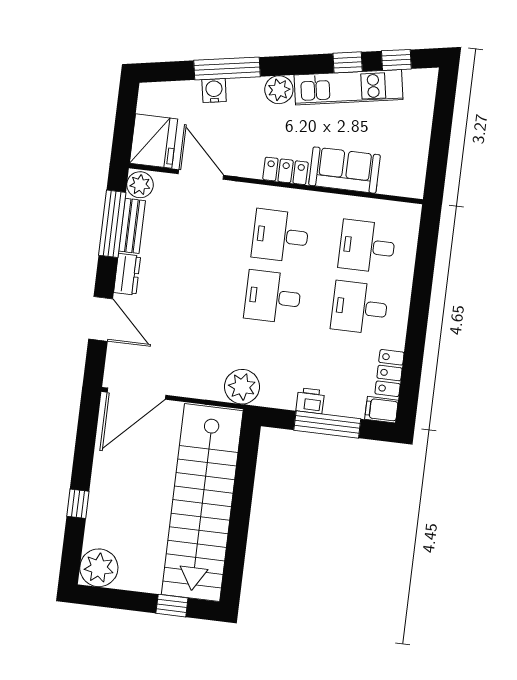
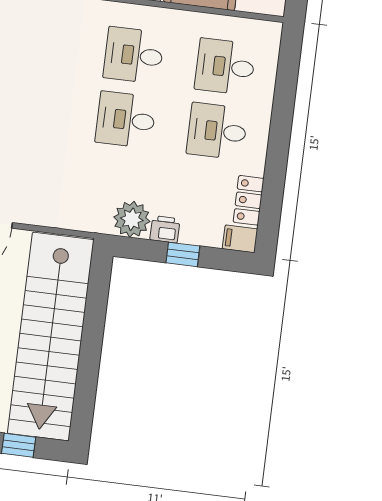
plant: (242, 387) -> (132, 219), moved
window: (327, 424) -> (183, 254), width x0.46

